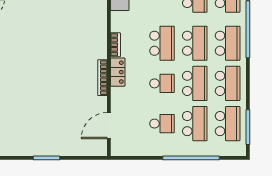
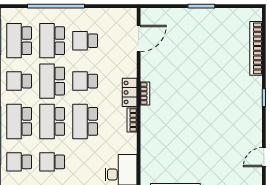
bookcase: (103, 78) -> (145, 93), width x0.64
school desk: (228, 83) -> (19, 81), width x0.54

